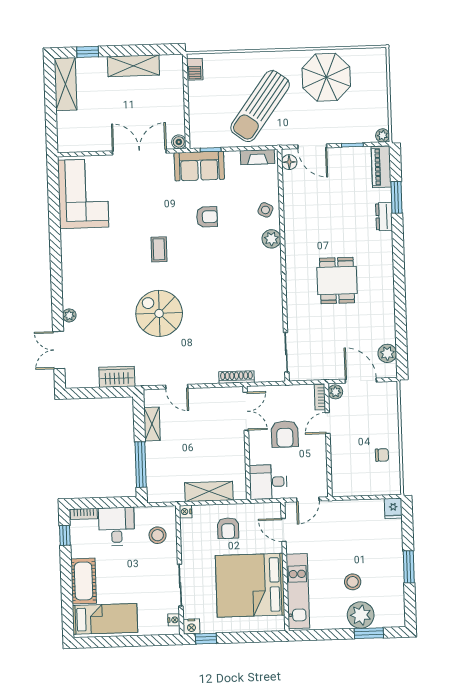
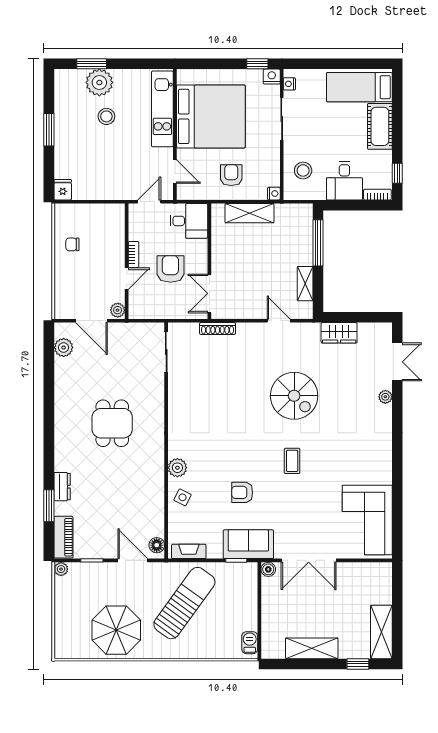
bookcase: (320, 397) -> (133, 255), moved

